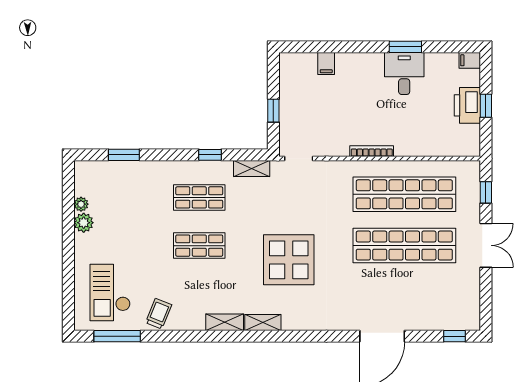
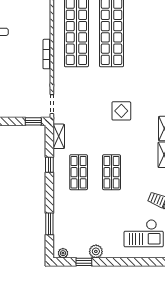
window: (273, 111) -> (33, 121), moved
plant: (81, 204) -> (63, 253), moved
window: (68, 205) -> (84, 262), added
display table: (289, 260) -> (121, 111), width x0.54, depth x0.54

